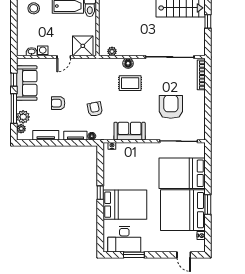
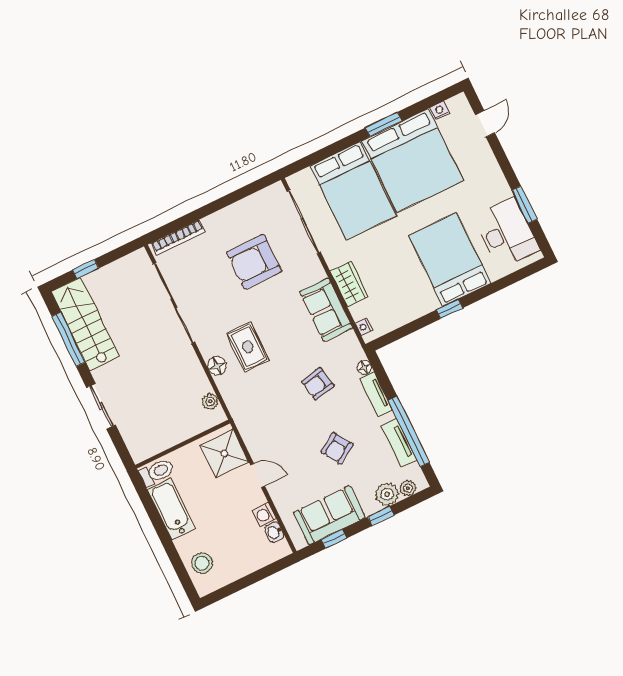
armchair: (58, 103) -> (337, 448), turned 57
window: (14, 108) -> (381, 516), width x0.46
window: (49, 143) -> (409, 431), added
wardrobe: (137, 149) -> (349, 284), added

